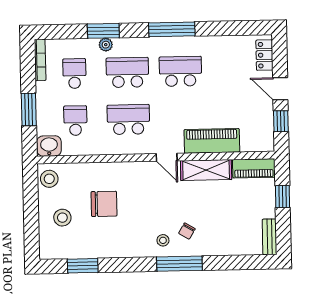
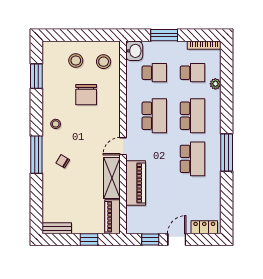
window: (103, 31) -> (227, 97), removed
plant: (106, 45) -> (215, 84), moved
stool: (49, 179) -> (104, 62), moved
stool: (163, 240) -> (56, 124), moved

